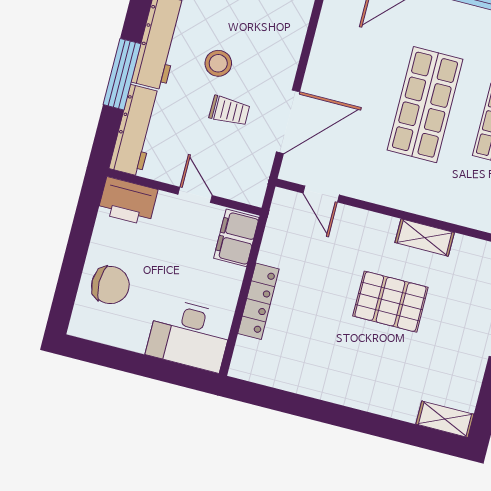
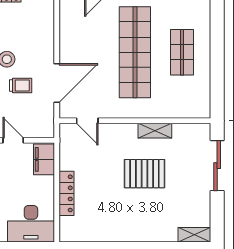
shop shelf: (425, 105) -> (135, 52), width x1.40

